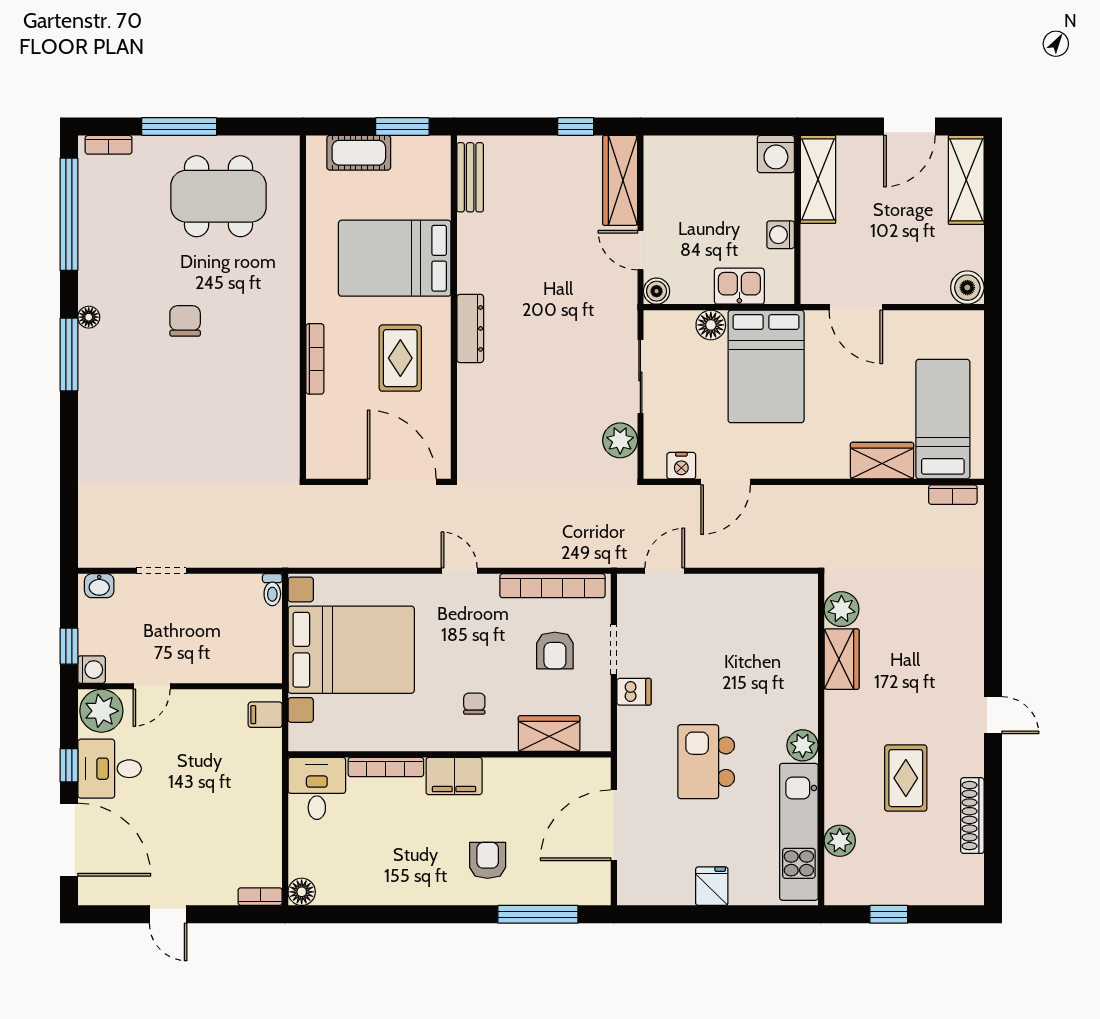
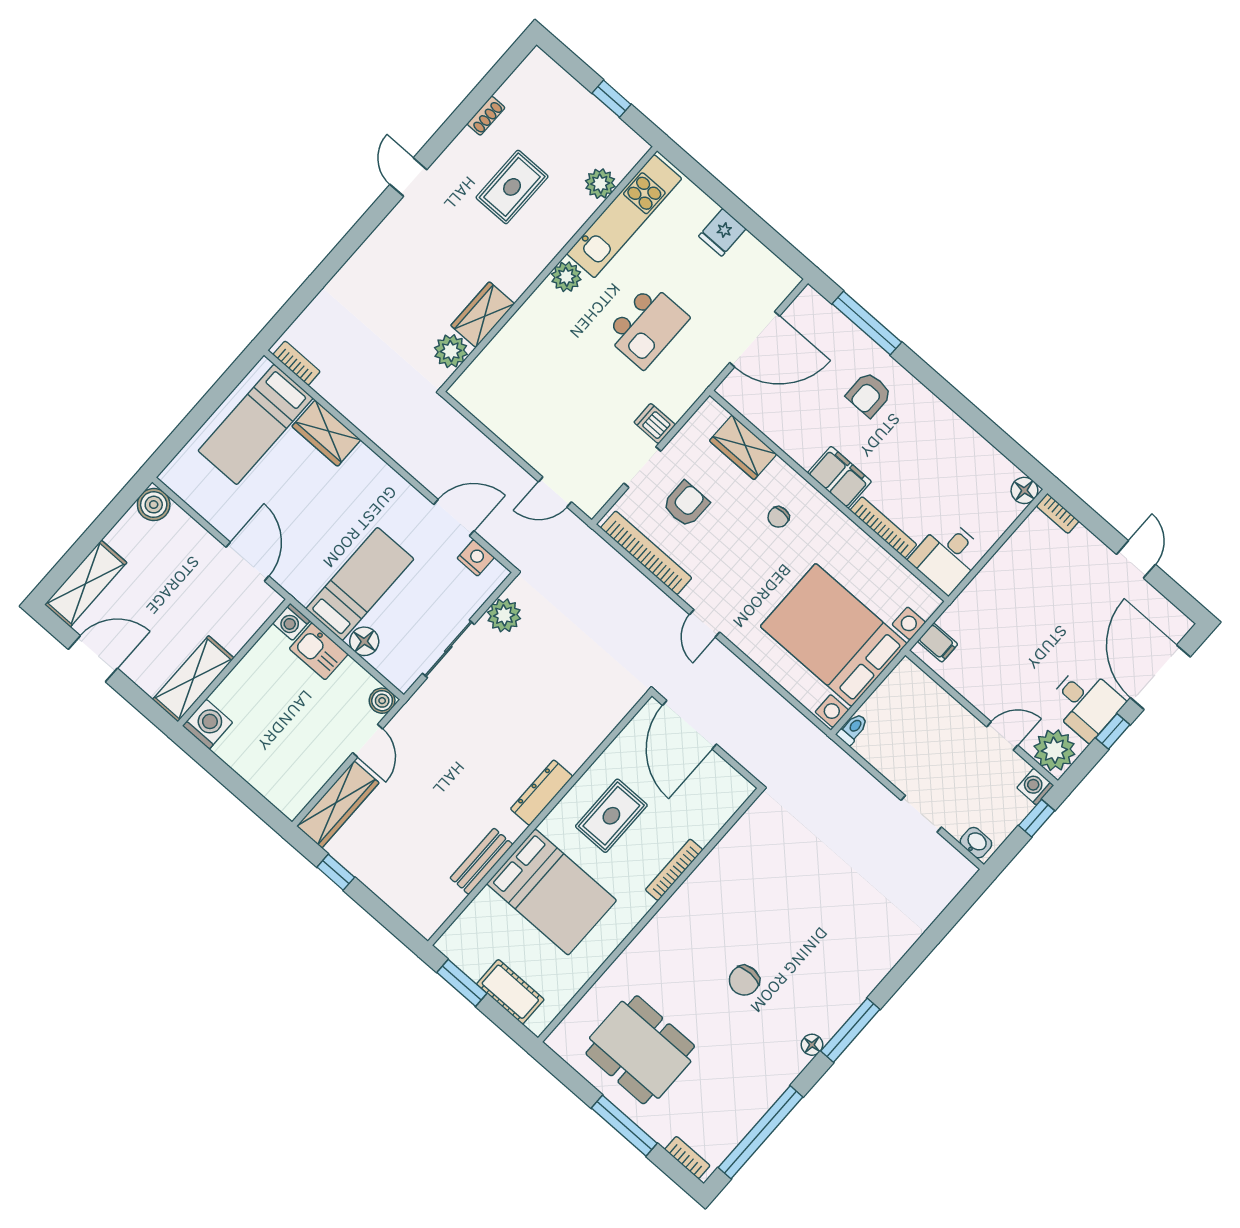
bench: (470, 177) -> (481, 861), moved
washing machine: (781, 235) -> (291, 622), moved, turned 90
bed: (766, 366) -> (360, 584), width x0.67
shoe rack: (972, 816) -> (486, 116), width x0.51, depth x0.81

